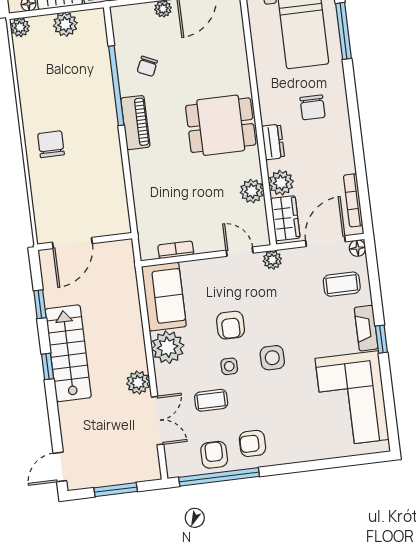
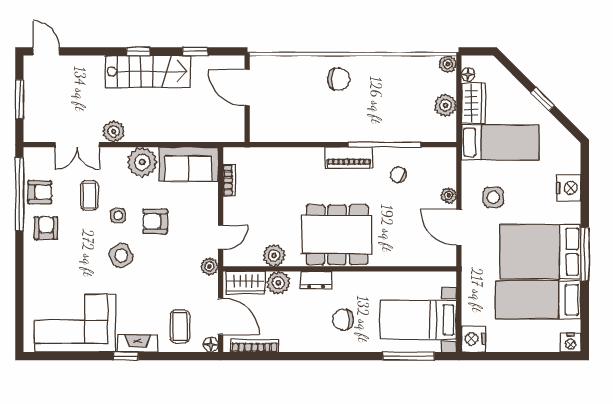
dining table: (221, 125) -> (337, 235), width x1.38
side table: (272, 358) -> (121, 255), turned -32

